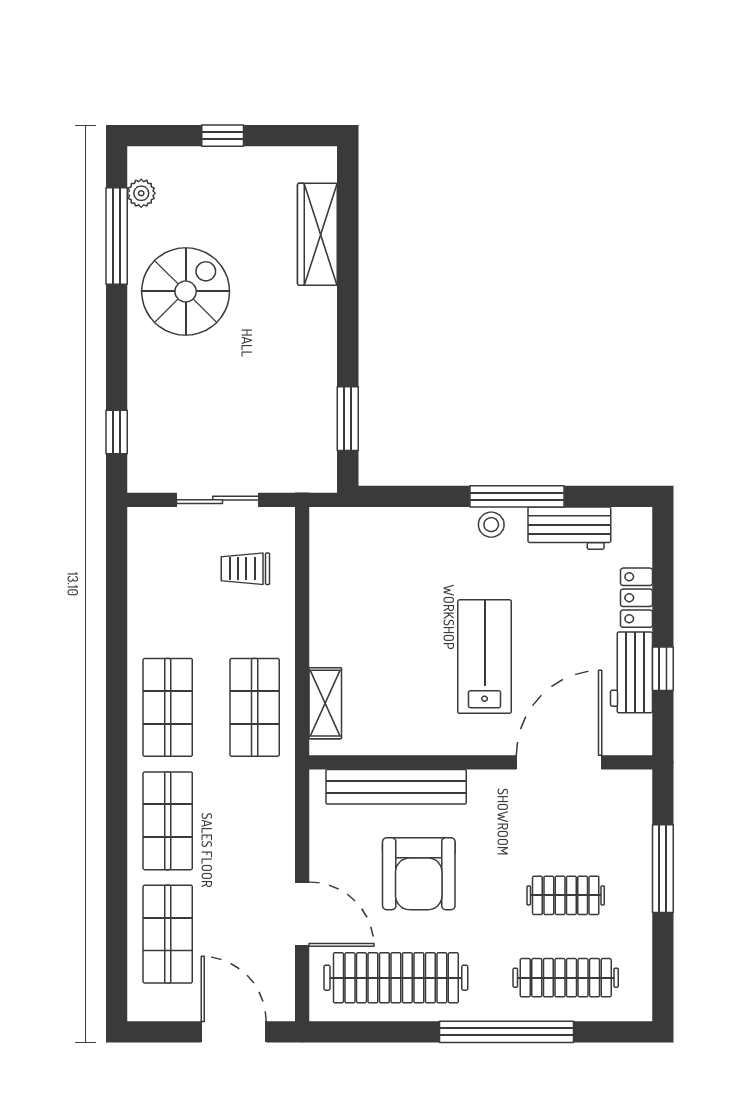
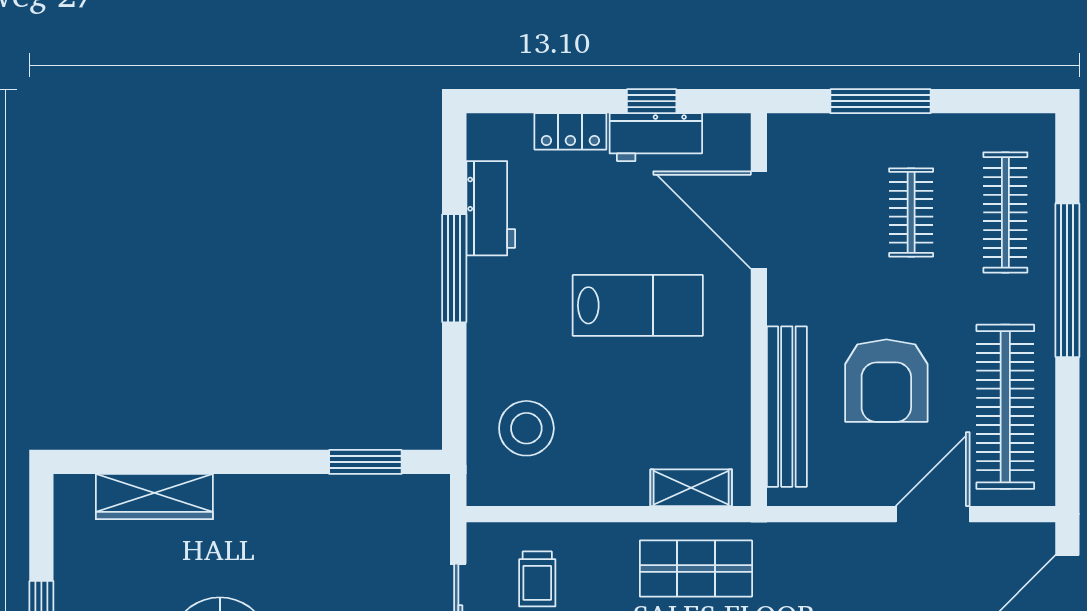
stool: (491, 525) -> (526, 428), moved, width x1.89, depth x1.89
lab bench: (485, 657) -> (638, 305), turned 180
armchair: (419, 874) -> (886, 381), turned 90

